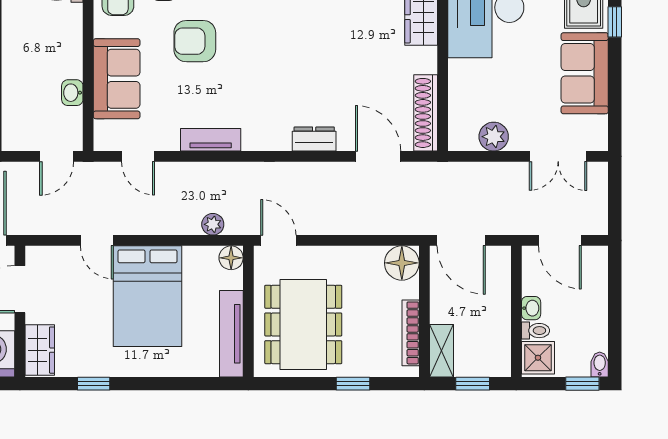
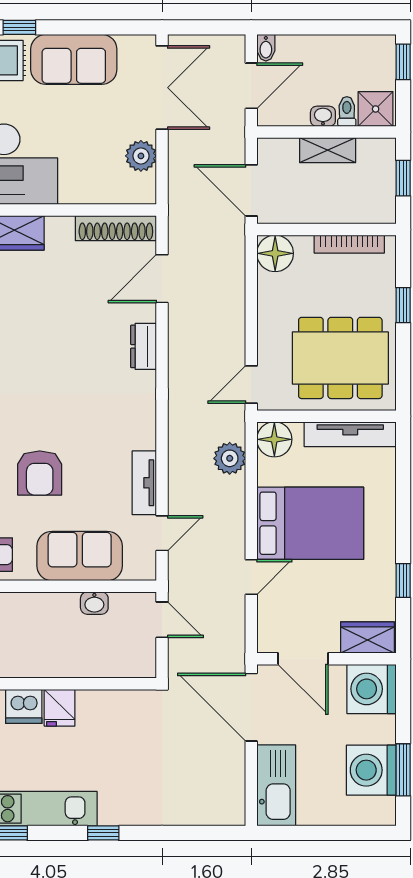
tv unit: (211, 140) -> (144, 483), moved
double door: (558, 156) -> (162, 88), width x1.37
plant: (213, 224) -> (230, 458), width x1.38, depth x1.38
door: (461, 240) -> (251, 190), swing flipped
floor lamp: (231, 258) -> (274, 439), width x1.38, depth x1.38
shelving: (441, 351) -> (328, 150), moved
bidet: (600, 365) -> (266, 48), moved, turned -90

